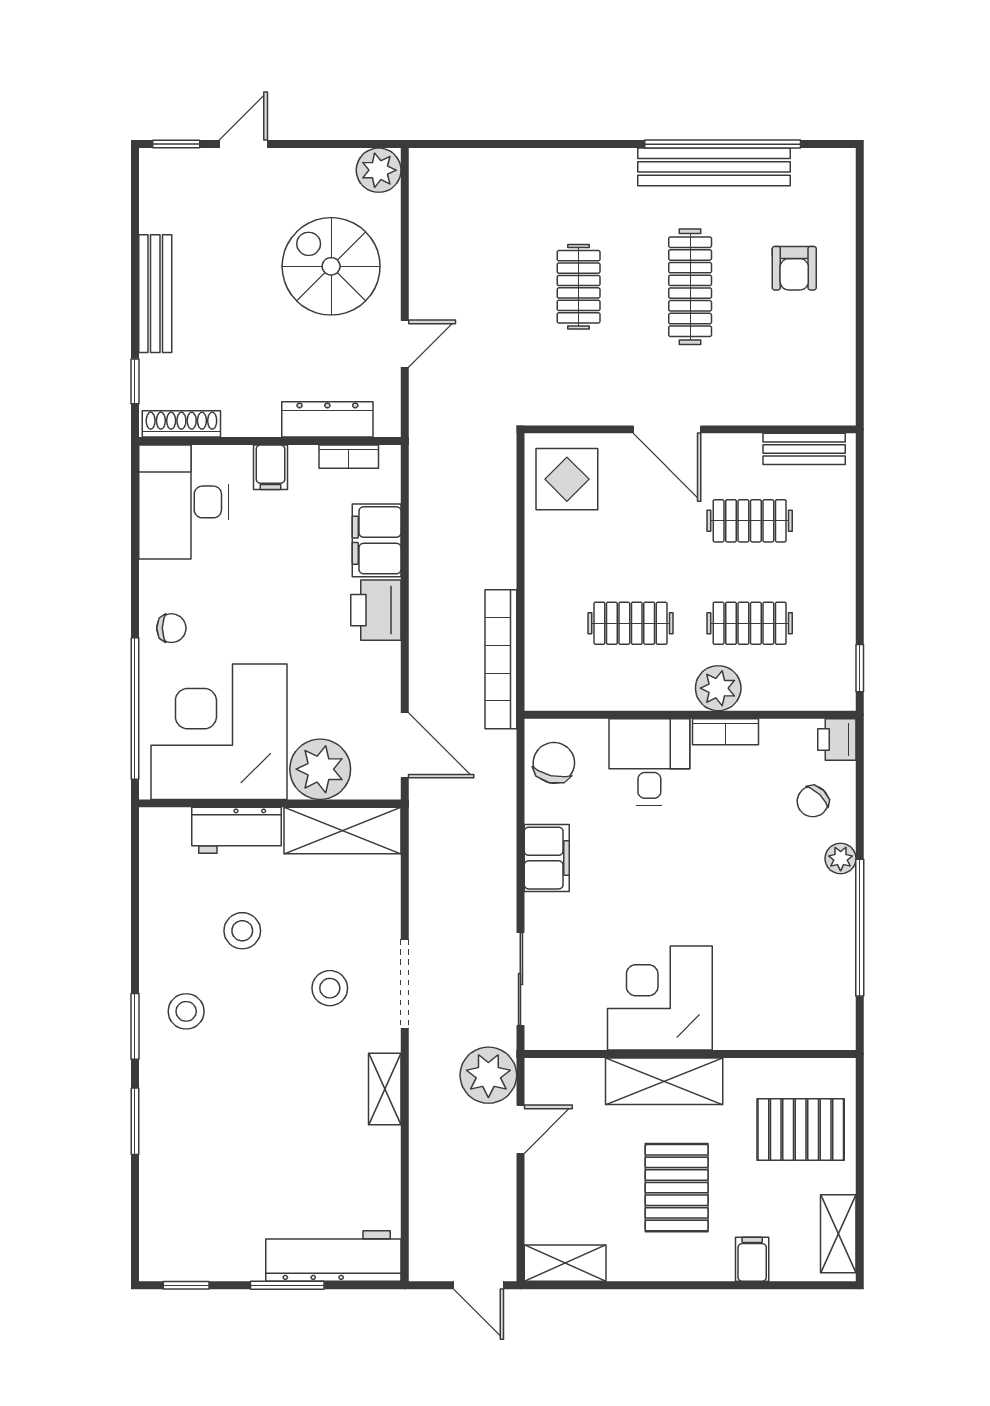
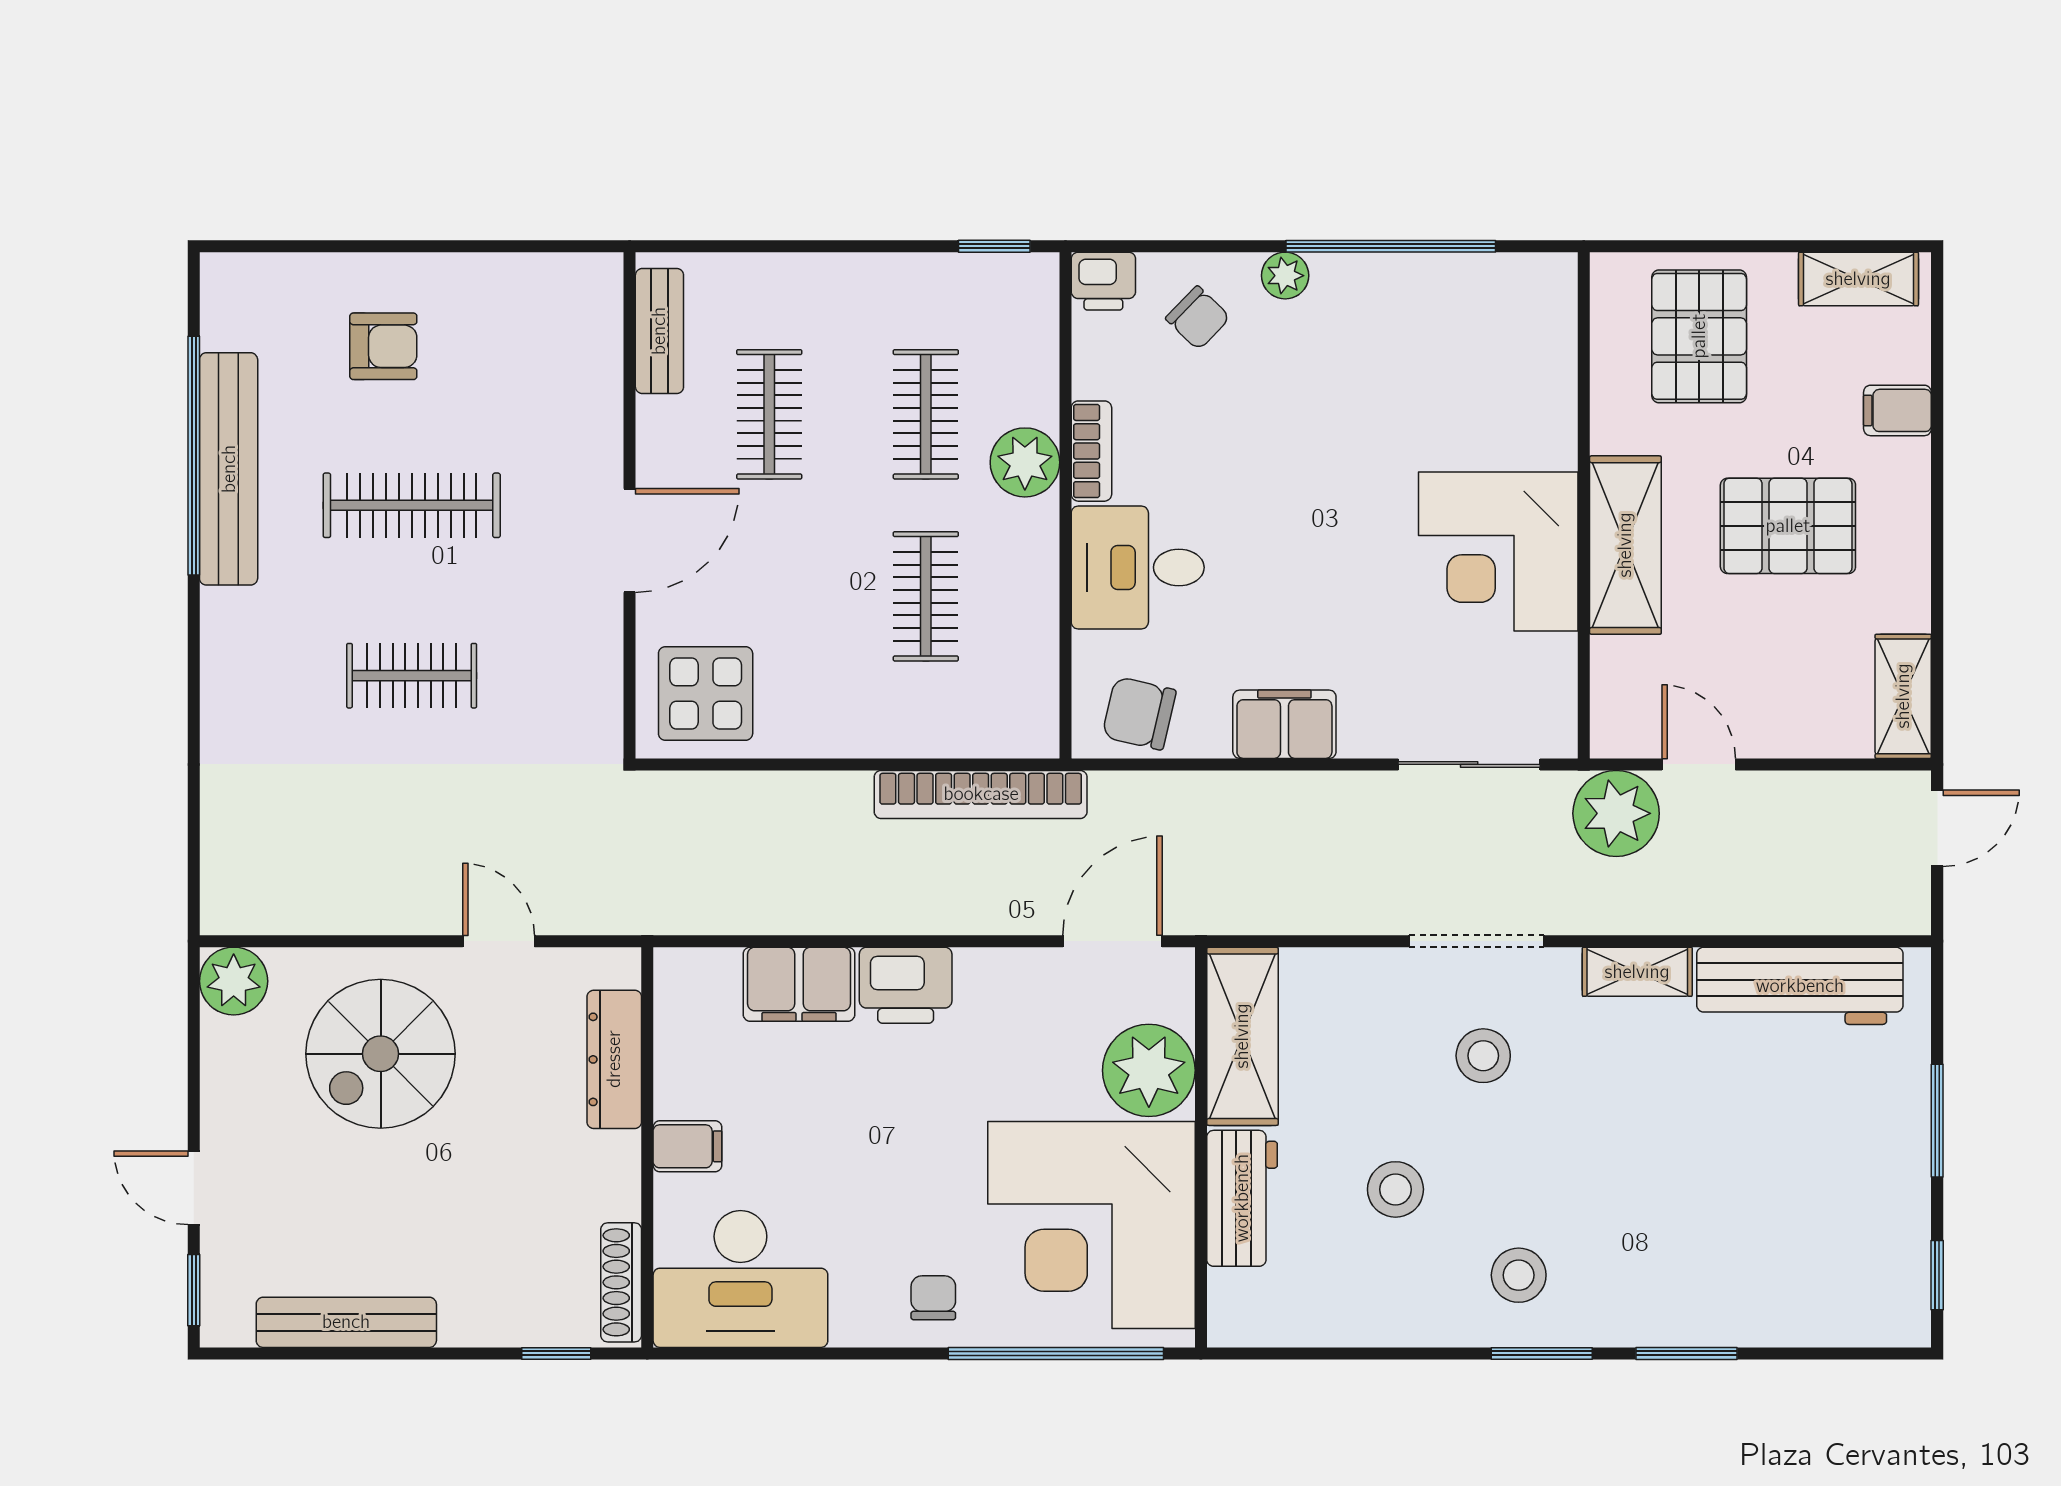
bench: (155, 294) -> (346, 1322), moved
bookcase: (349, 457) -> (671, 1027), removed
workbench: (333, 1256) -> (1800, 986), moved, turned -90

